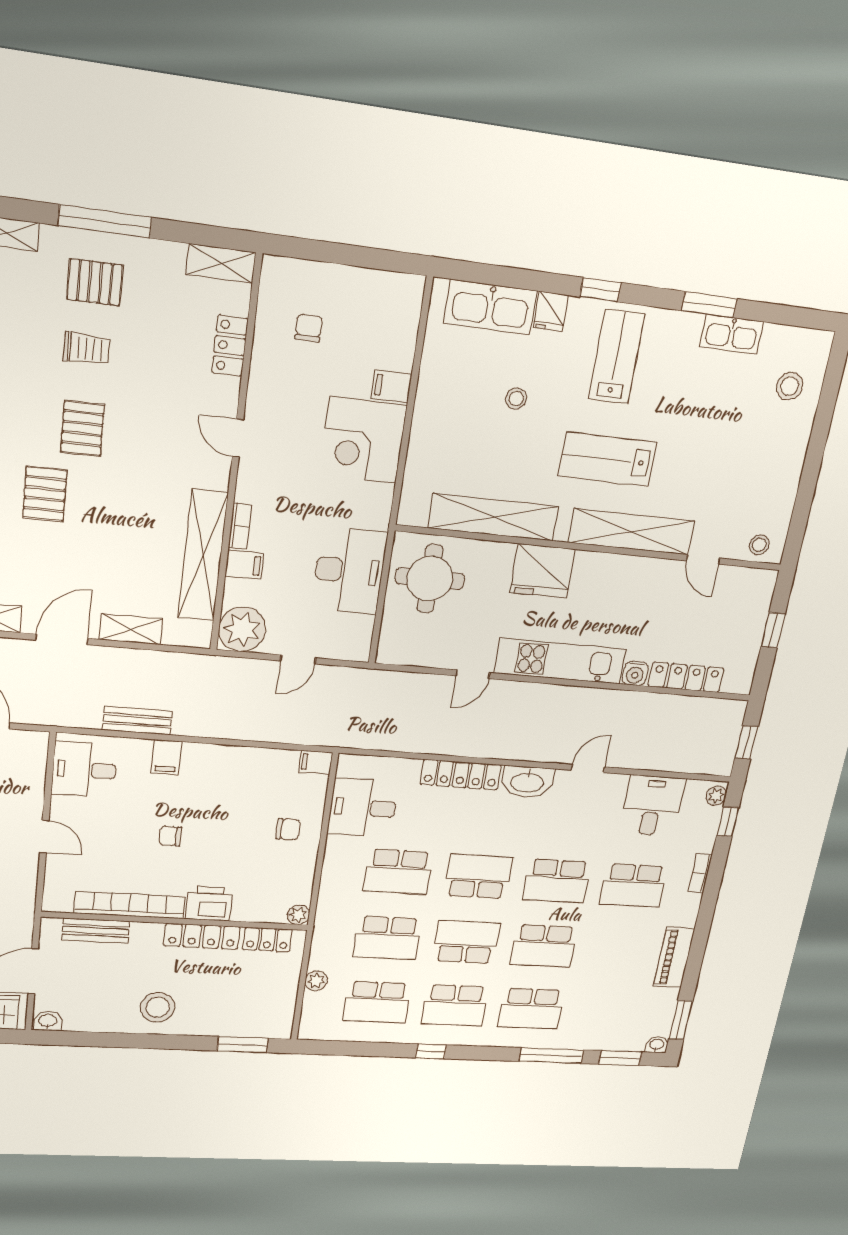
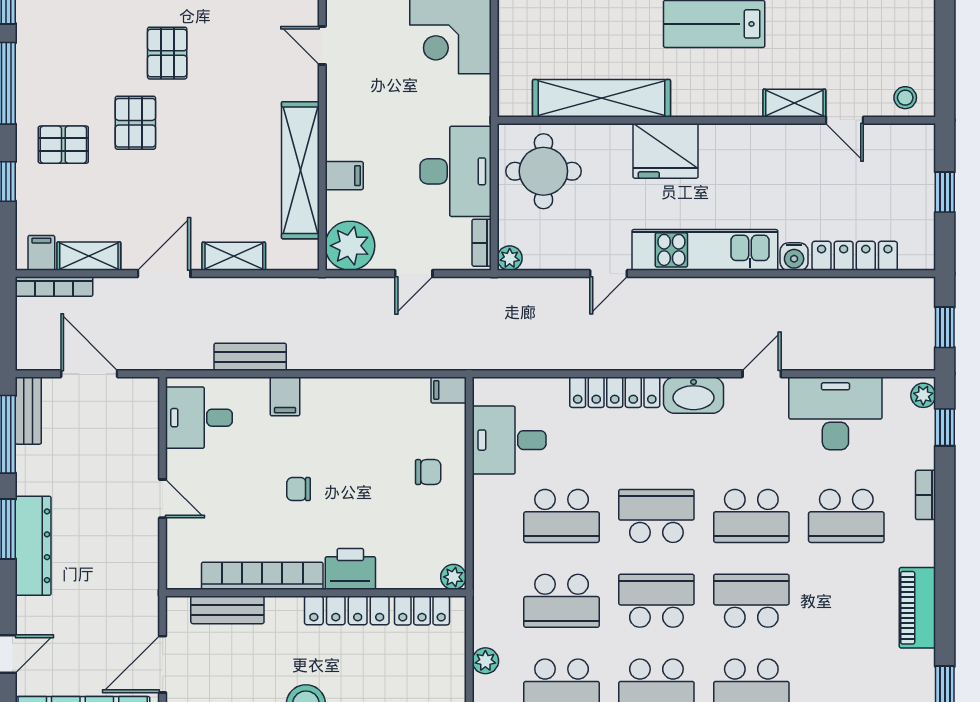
bookcase: (240, 526) -> (482, 243), moved, turned 180
shelving: (632, 532) -> (794, 103), width x0.45, depth x0.75
plant: (387, 653) -> (510, 258), added
desk: (652, 806) -> (835, 413), width x1.37
school desk: (544, 946) -> (751, 601), turned 180

